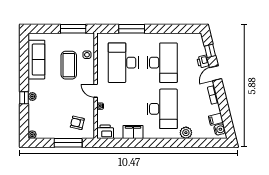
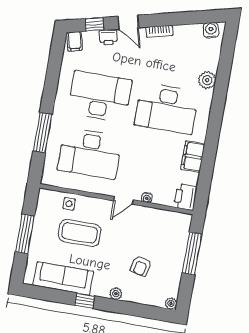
window: (73, 29) -> (25, 234), moved
window: (24, 98) -> (85, 301), moved
desk: (162, 109) -> (167, 108), turned 180
filing cabinet: (216, 119) -> (74, 41), moved
armchair: (77, 123) -> (141, 266), moved

